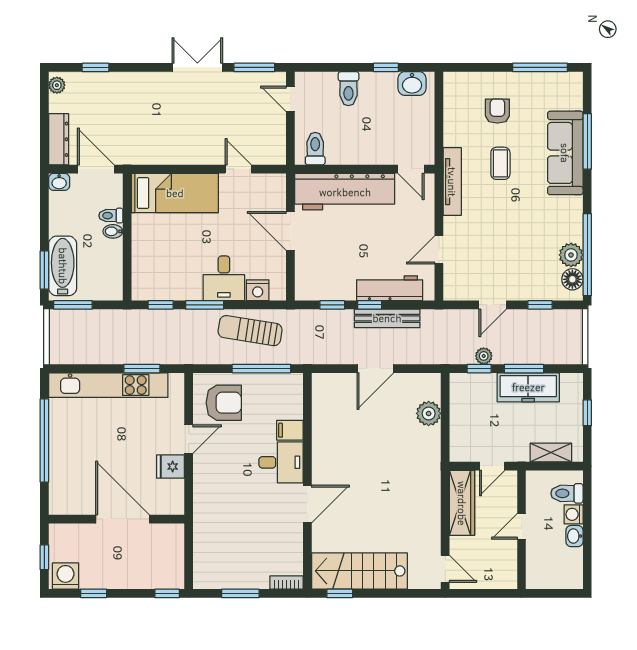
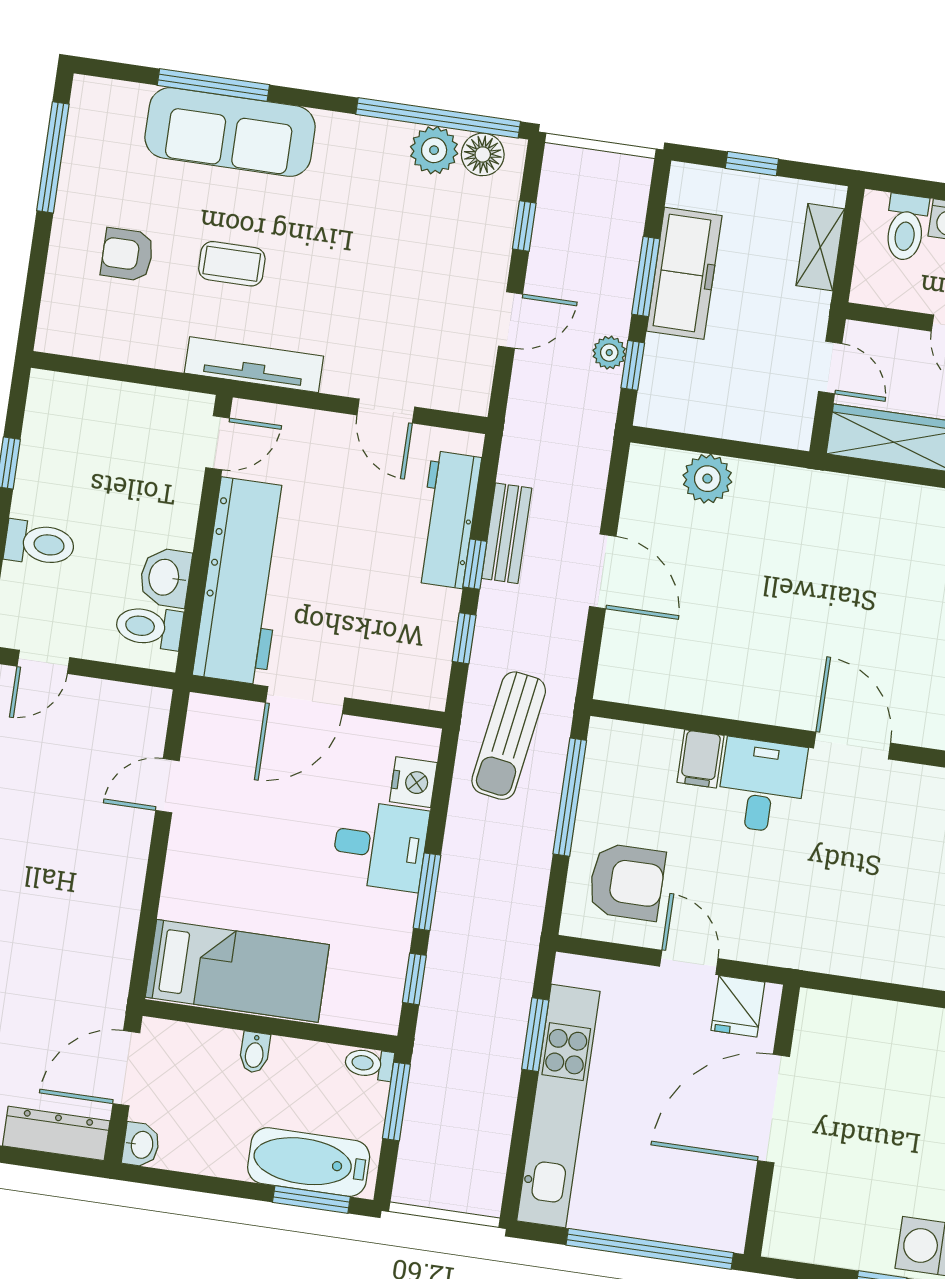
washbasin: (412, 83) -> (165, 577), moved, turned 180
bed: (175, 193) -> (237, 971), moved, turned 90
toilet: (111, 216) -> (369, 1064), moved, turned 90
window: (73, 305) -> (396, 1101), moved
door: (493, 305) -> (510, 320), hinge flipped
bench: (387, 318) -> (507, 533), width x0.73
sun lounger: (250, 331) -> (509, 736), moved
armchair: (224, 403) -> (627, 882), turned 90
wall: (116, 519) -> (772, 1121), moved
door: (123, 519) -> (774, 1109), moved

